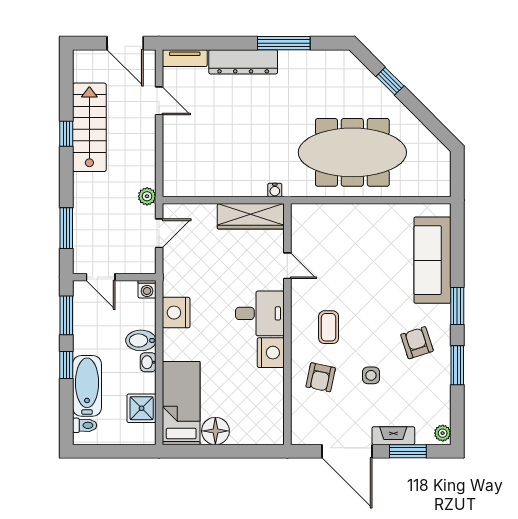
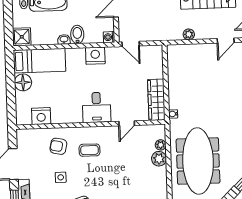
plant: (147, 196) -> (189, 34), moved
plant: (324, 212) -> (161, 145), added
plant: (346, 215) -> (159, 159), added
door: (159, 233) -> (131, 44), moved
nightstand: (271, 353) -> (41, 116), moved
shower: (142, 408) -> (22, 37), moved

